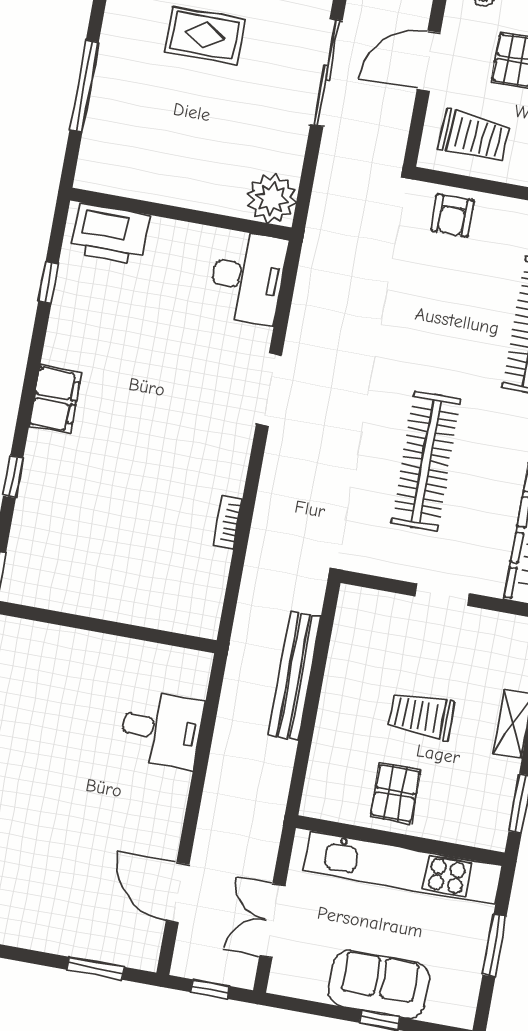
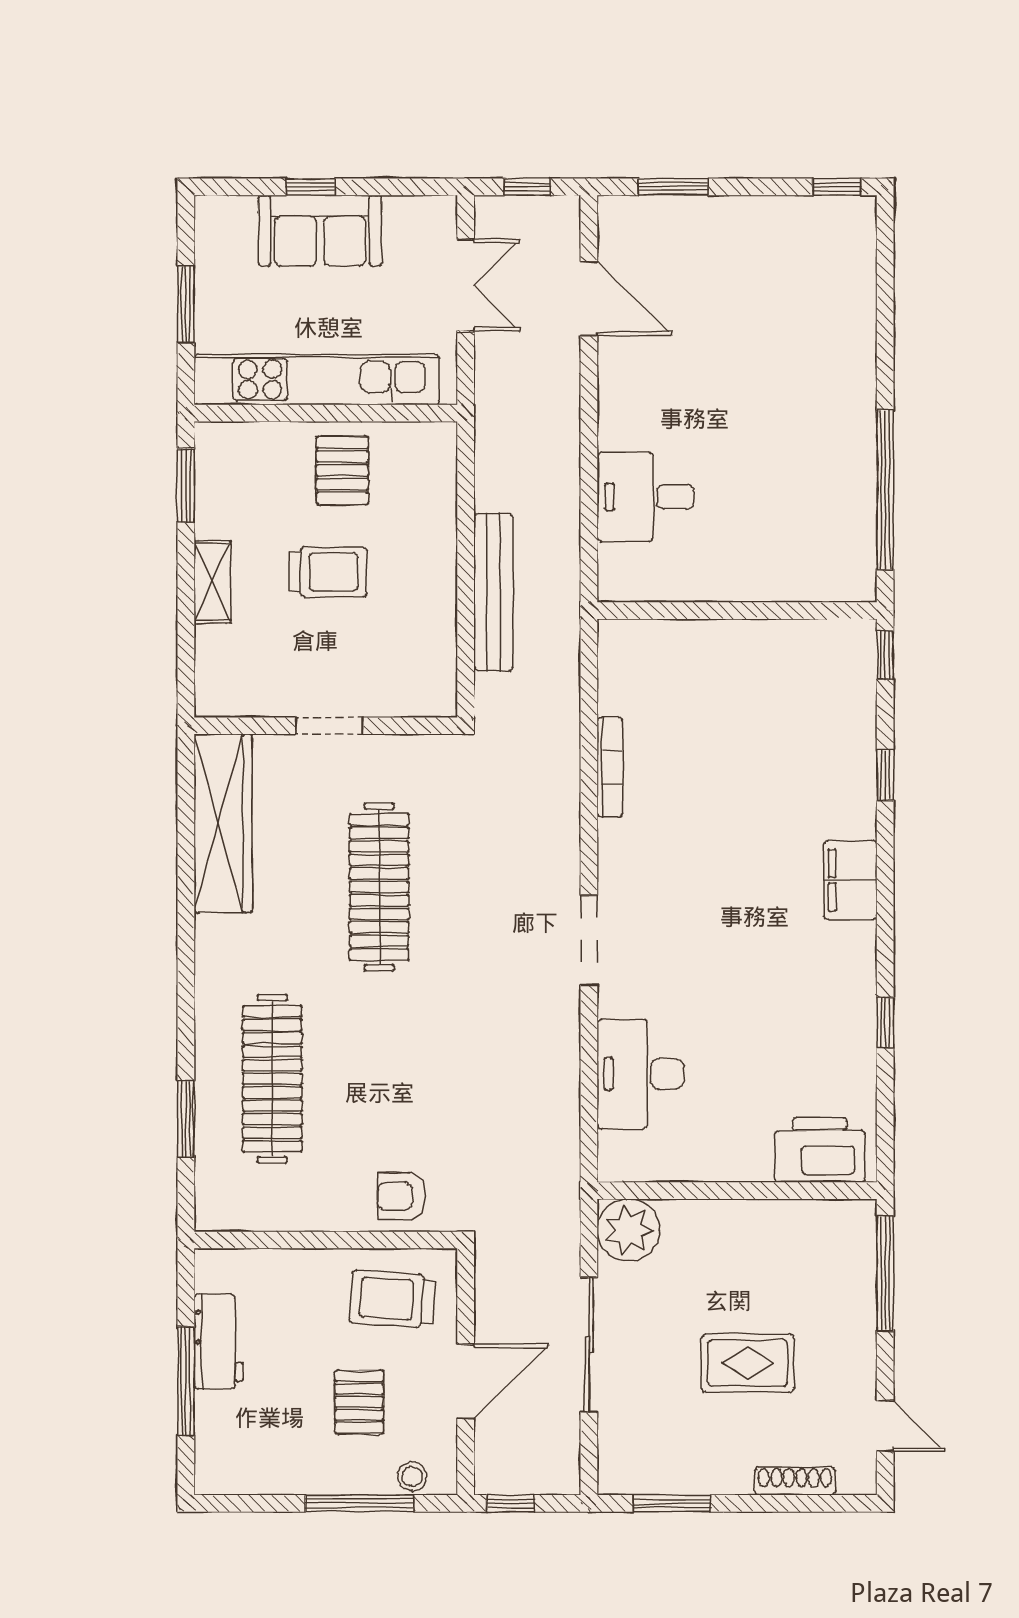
plant: (272, 199) -> (628, 1230), moved
wall: (181, 214) -> (737, 1191), moved
armchair: (452, 215) -> (402, 1196), turned -90
printer: (110, 234) -> (820, 1150), moved
bookcase: (228, 522) -> (610, 767), width x1.56

